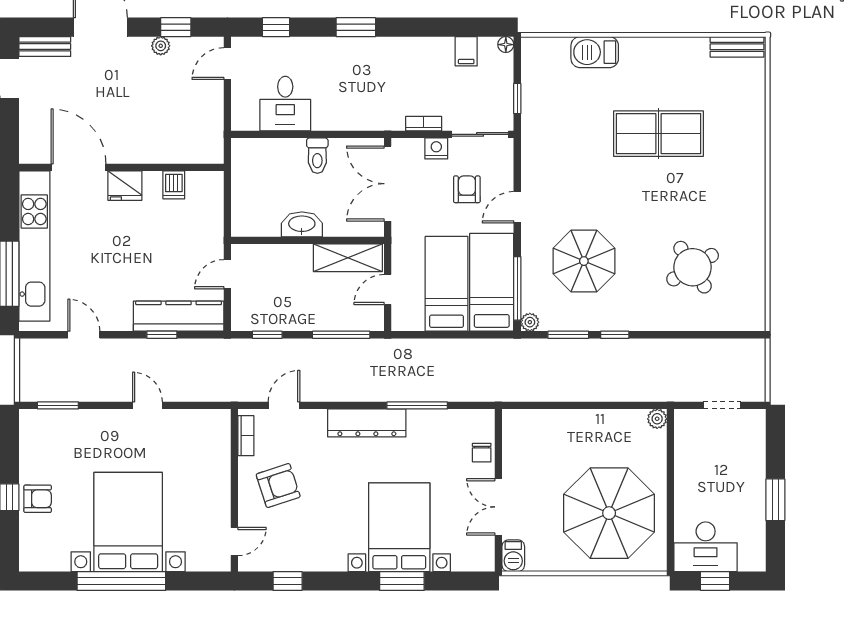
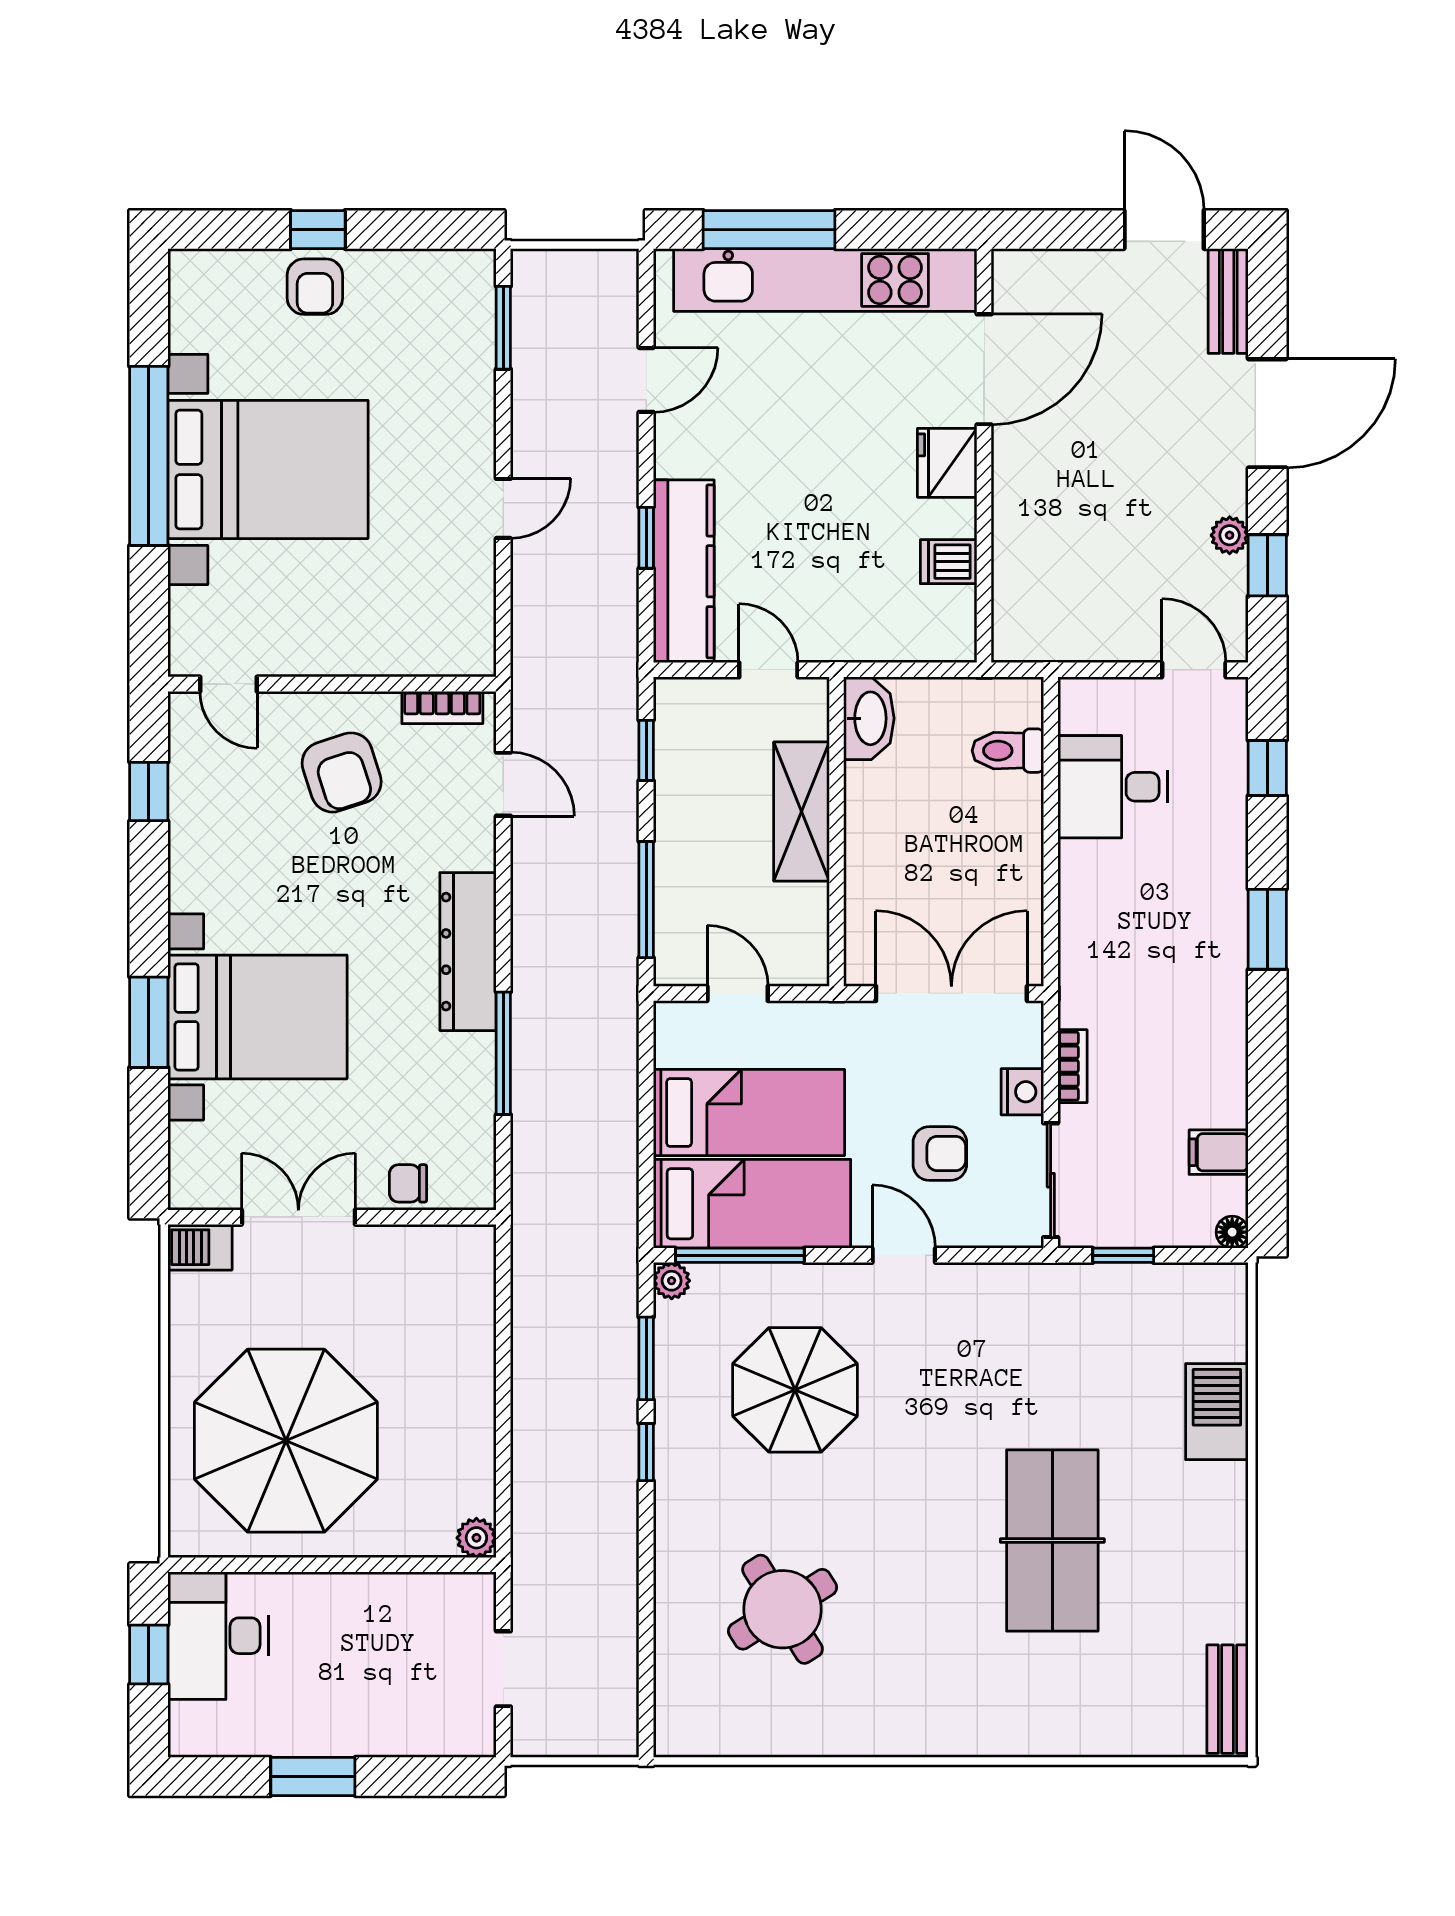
toilet: (317, 156) -> (1008, 751), moved
washbasin: (302, 224) -> (869, 718), moved
shelving: (348, 258) -> (802, 812), moved

